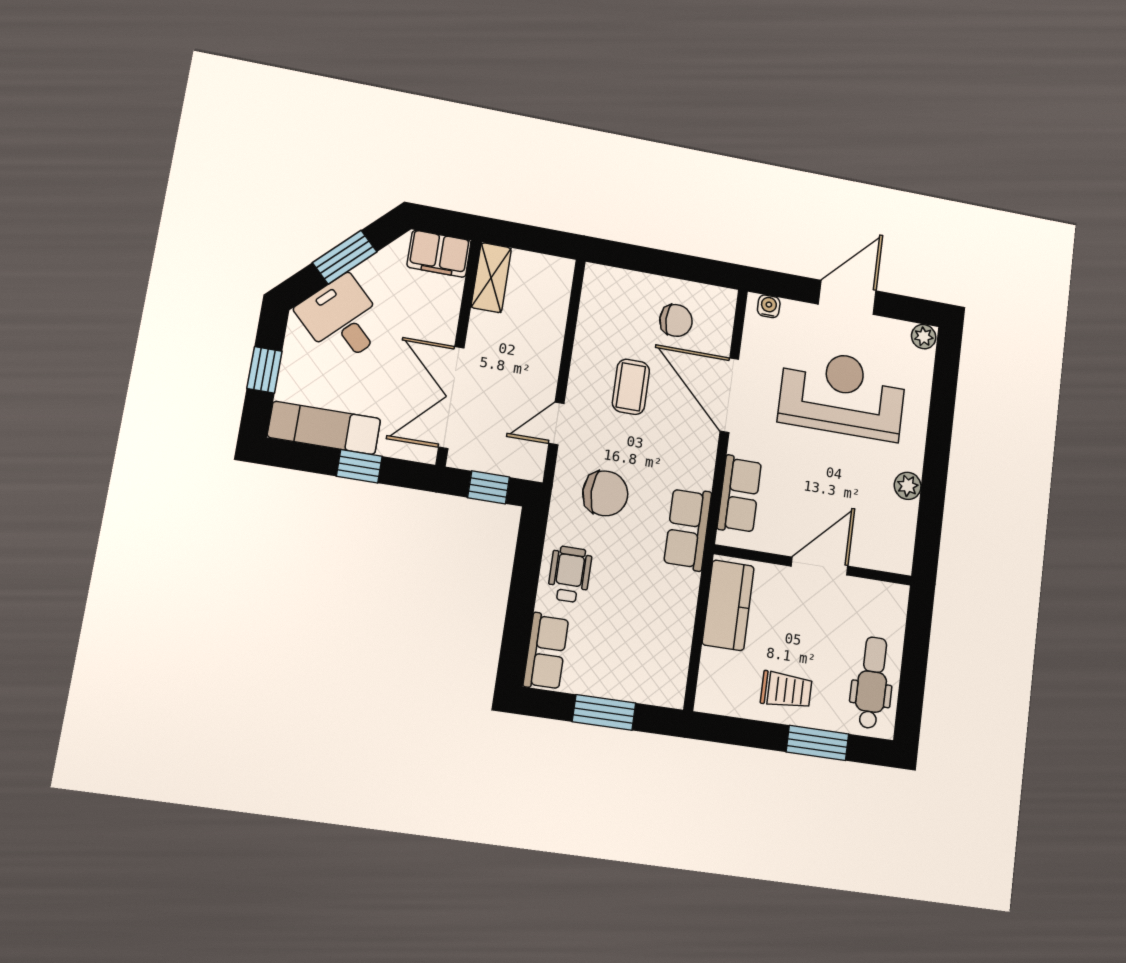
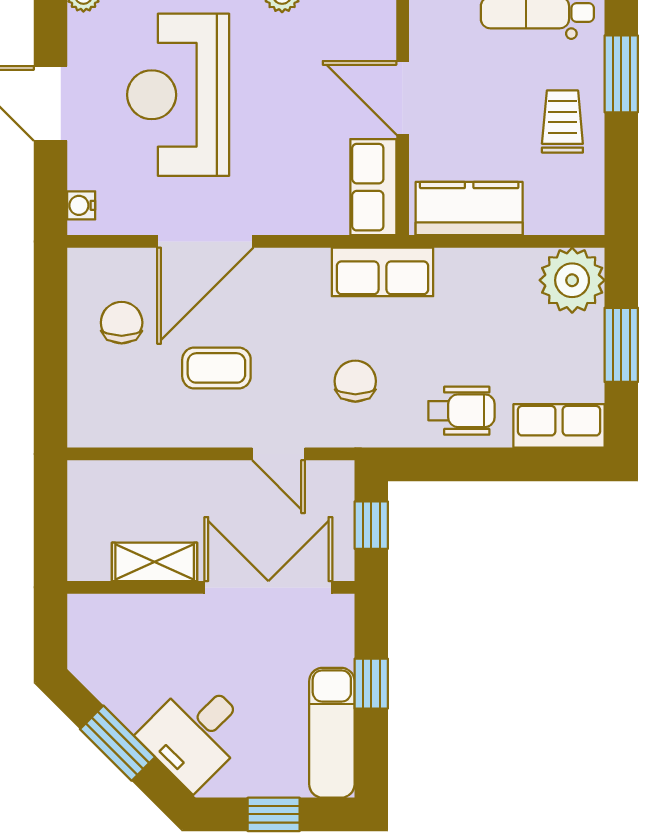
filing cabinet: (439, 254) -> (92, 630), removed
shelving: (491, 278) -> (155, 562), moved
double door: (451, 397) -> (268, 587), swing flipped
chair: (605, 493) -> (355, 381), width x0.73, depth x0.73
row of seats: (739, 495) -> (373, 187), moved, turned -90
wheelchair: (570, 574) -> (461, 411), turned 180
plant: (661, 680) -> (572, 280), added

